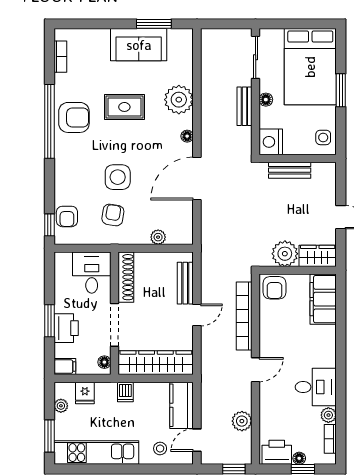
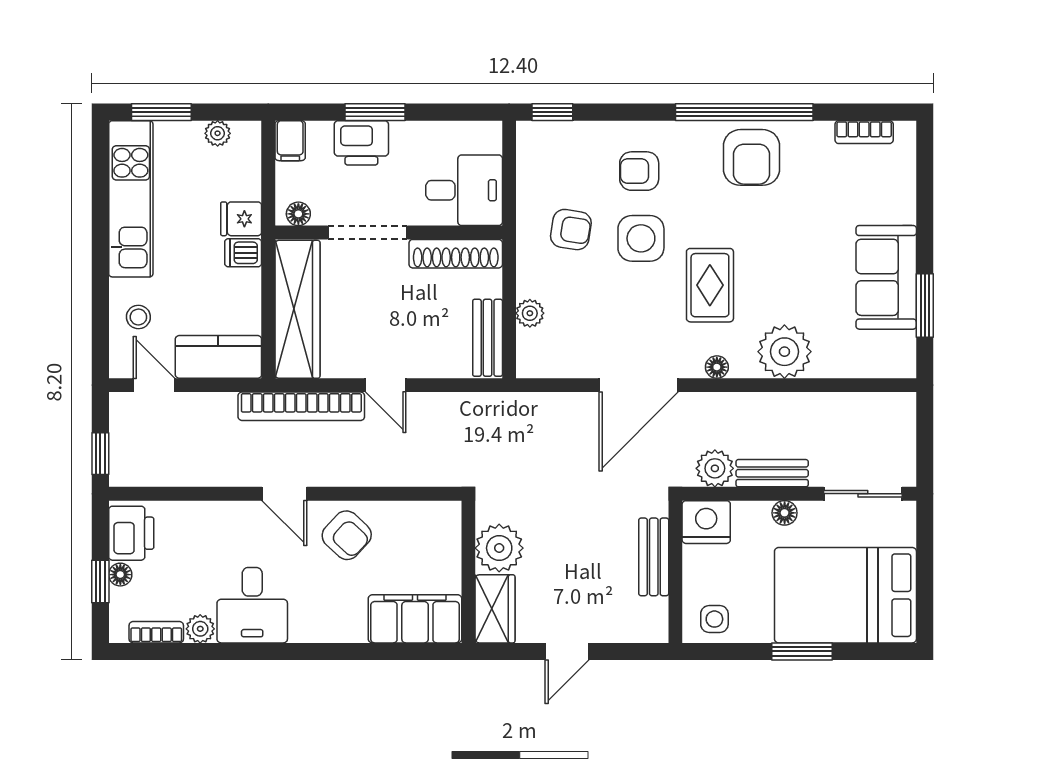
rug: (124, 107) -> (710, 285), moved
door: (197, 178) -> (639, 385), swing flipped
armchair: (67, 216) -> (639, 171), moved
bench: (185, 283) -> (488, 338), moved, turned 90
armchair: (274, 288) -> (347, 535), moved, turned -137
bookcase: (244, 316) -> (301, 406), moved, turned 180
fridge: (85, 393) -> (241, 219), moved
plant: (242, 421) -> (715, 468), moved

